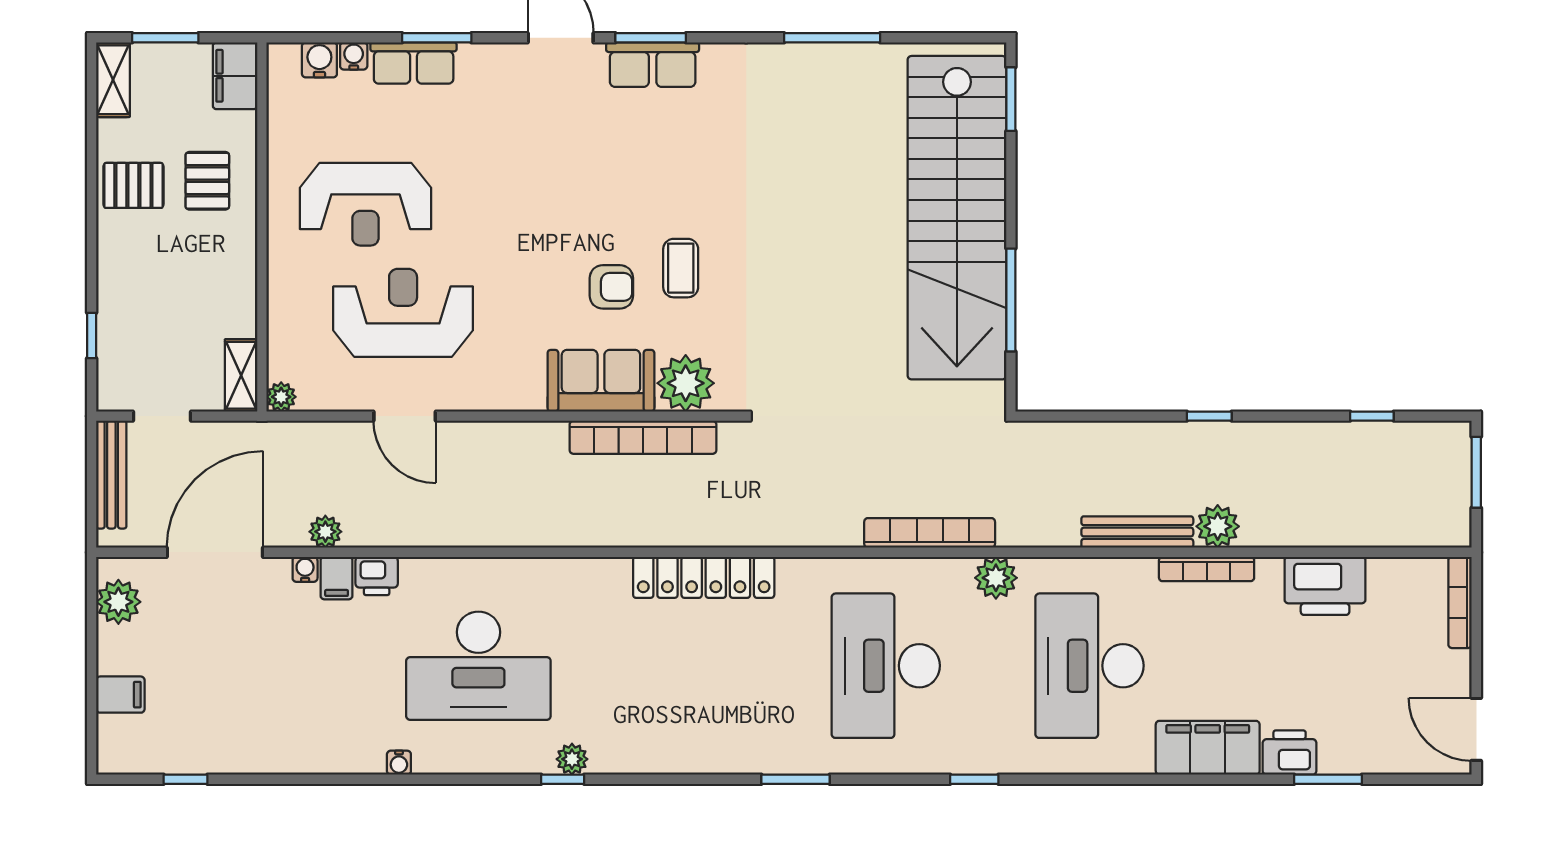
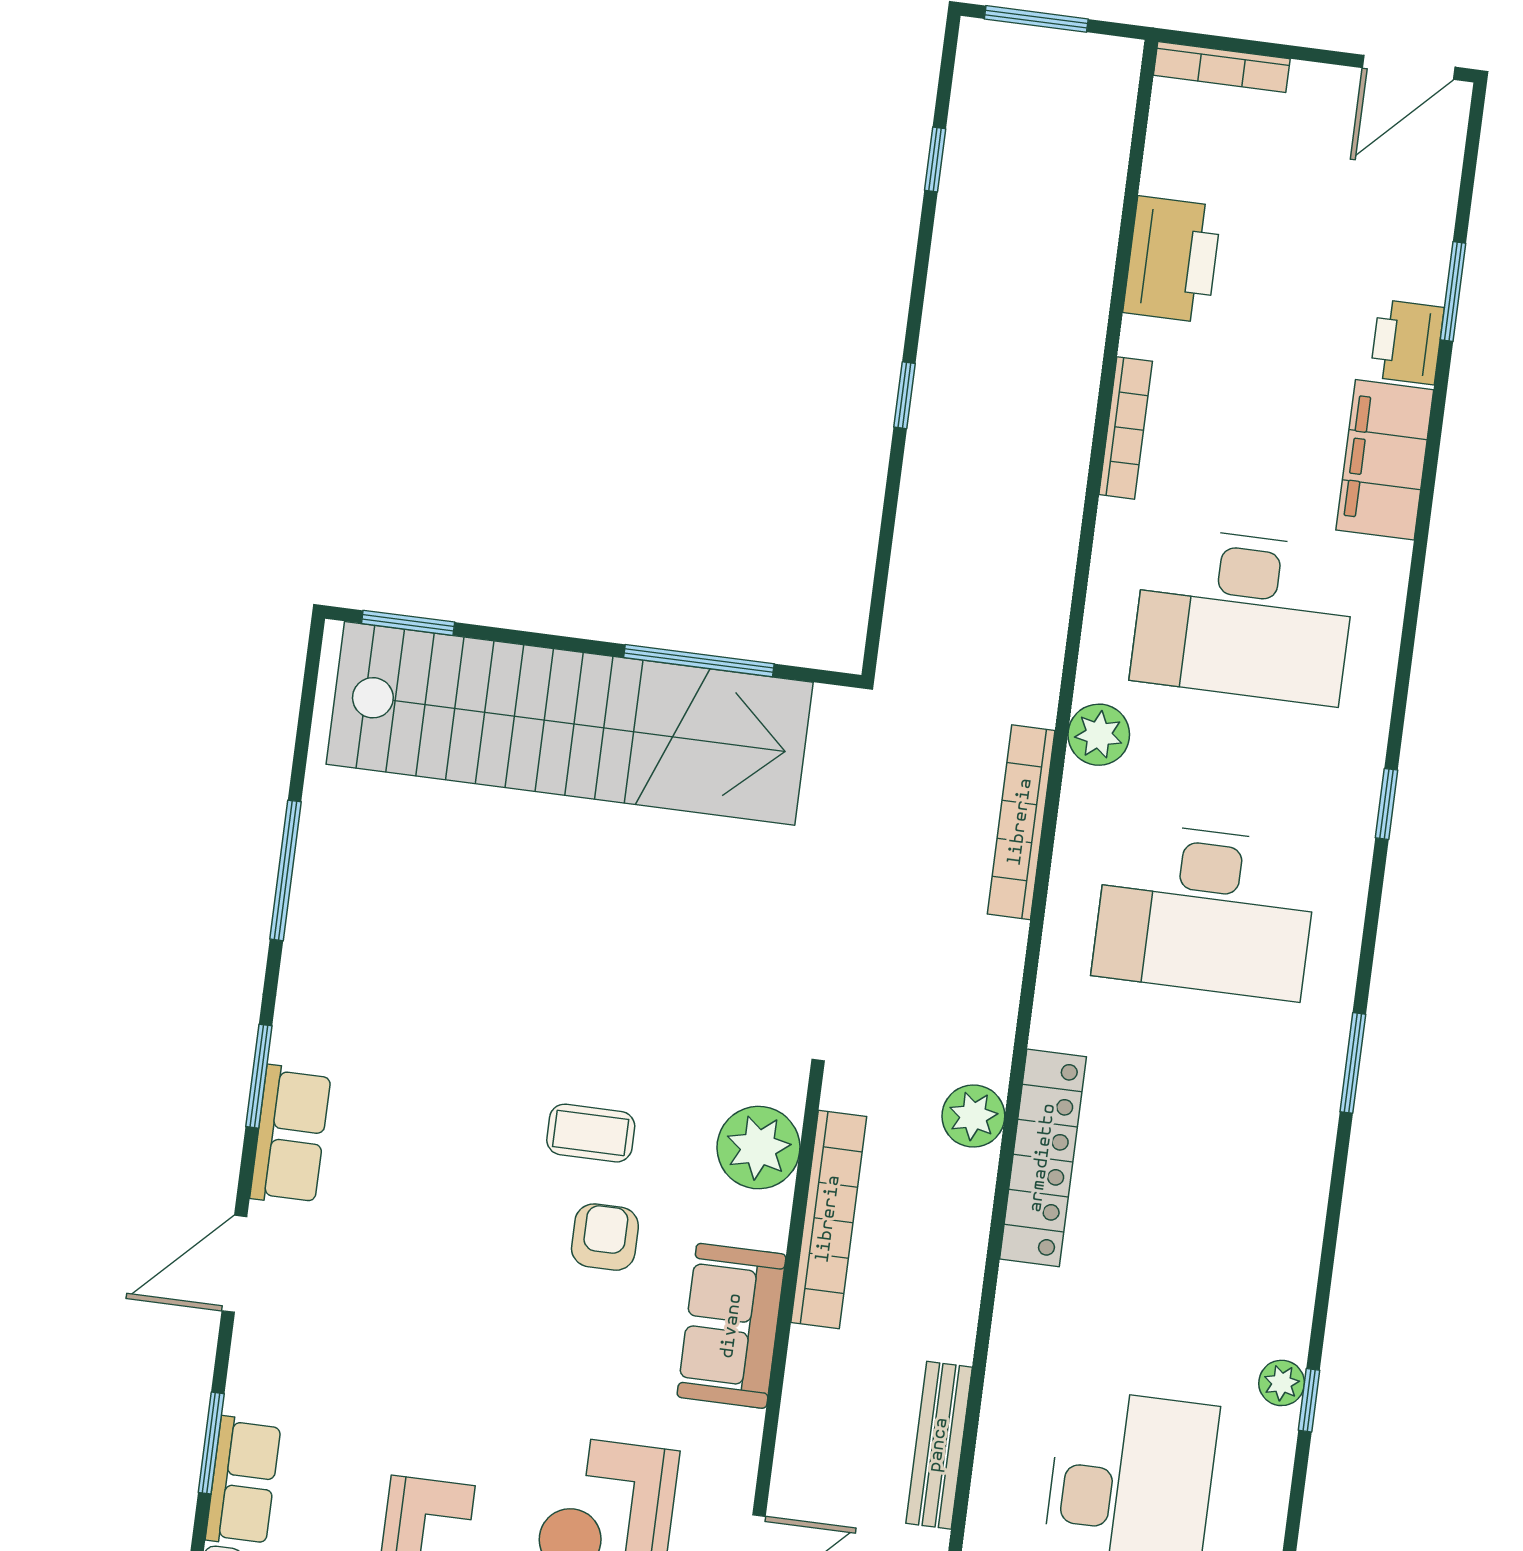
window: (651, 38) -> (259, 1076), moved
sofa: (601, 381) -> (732, 1326), moved
plant: (1218, 526) -> (973, 1116), moved
bench: (1137, 532) -> (939, 1445), moved

